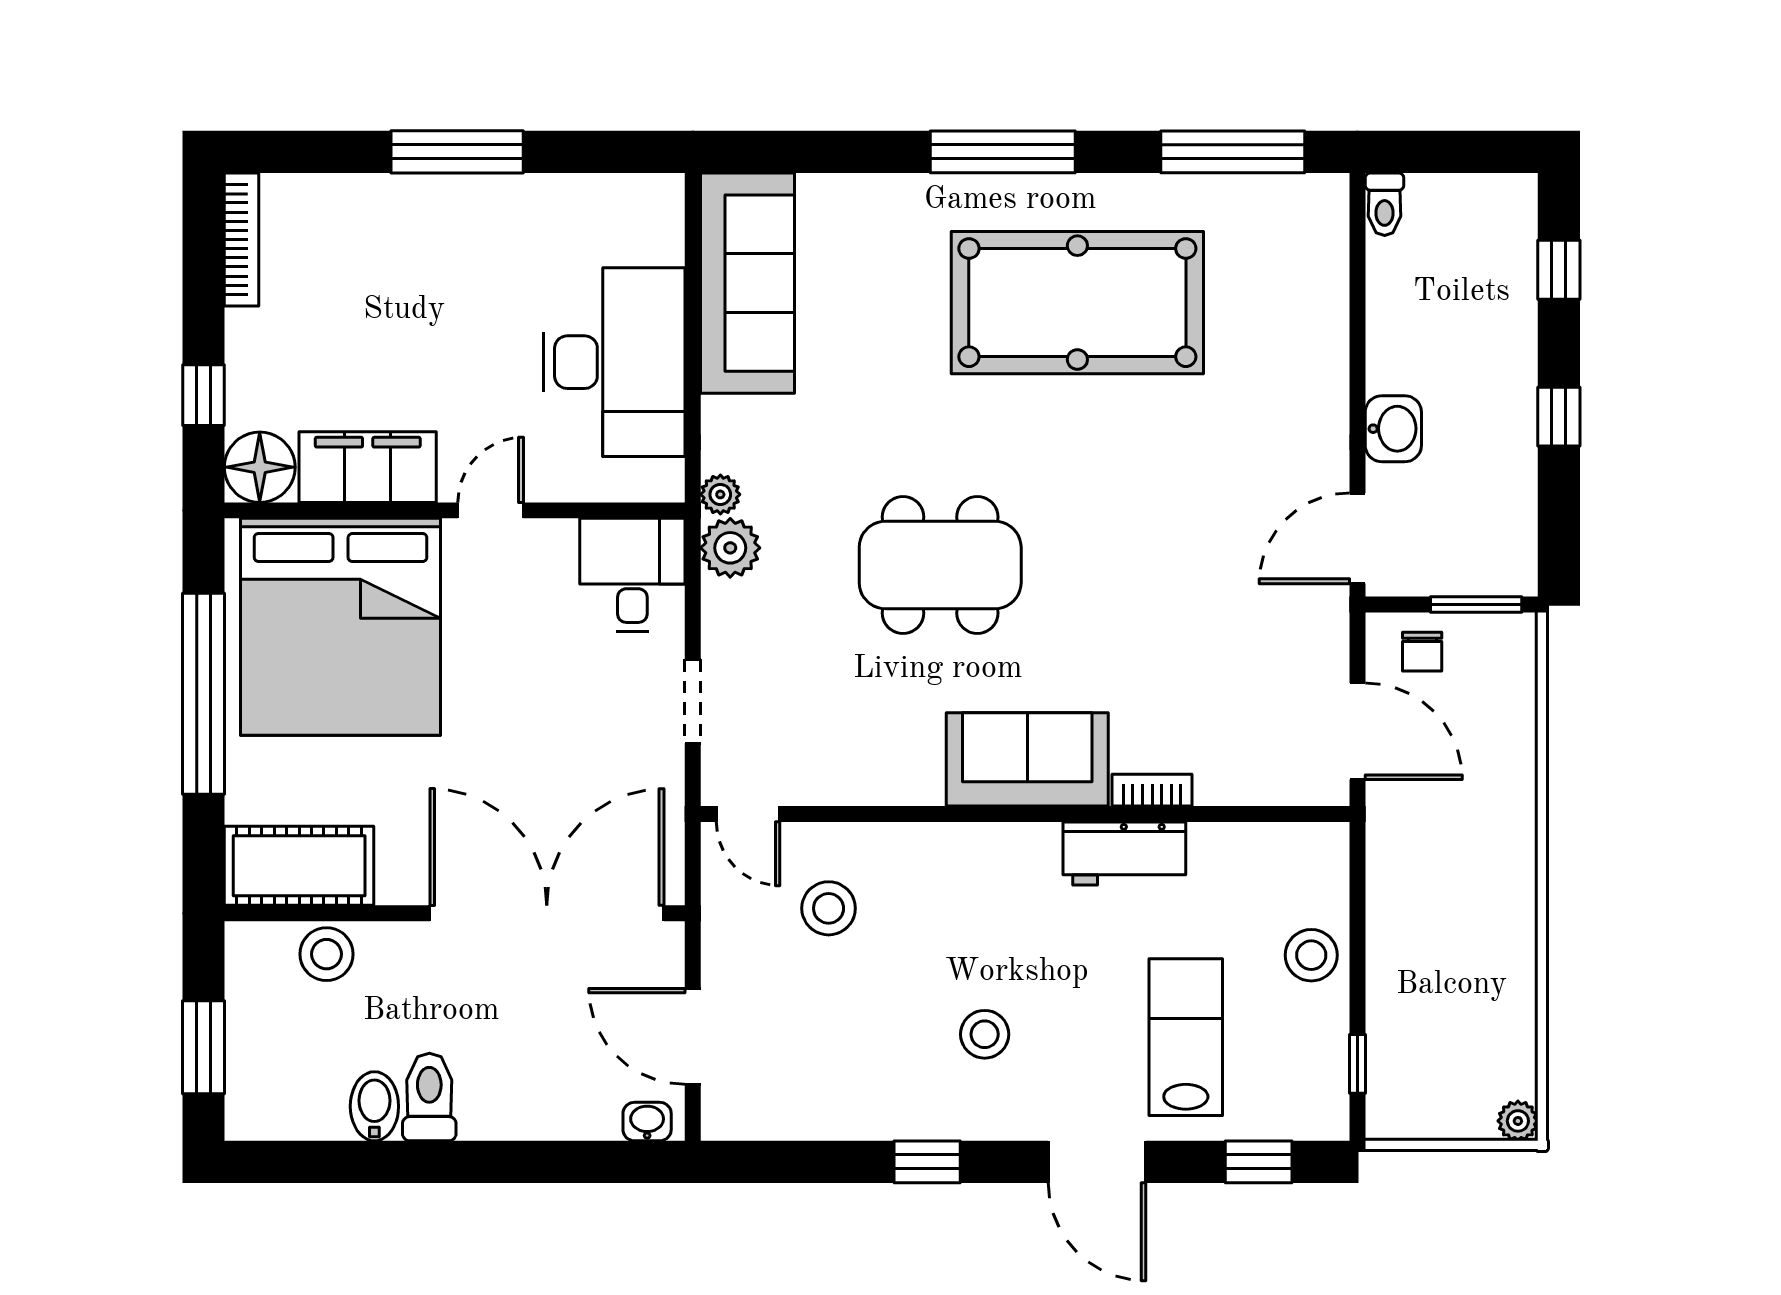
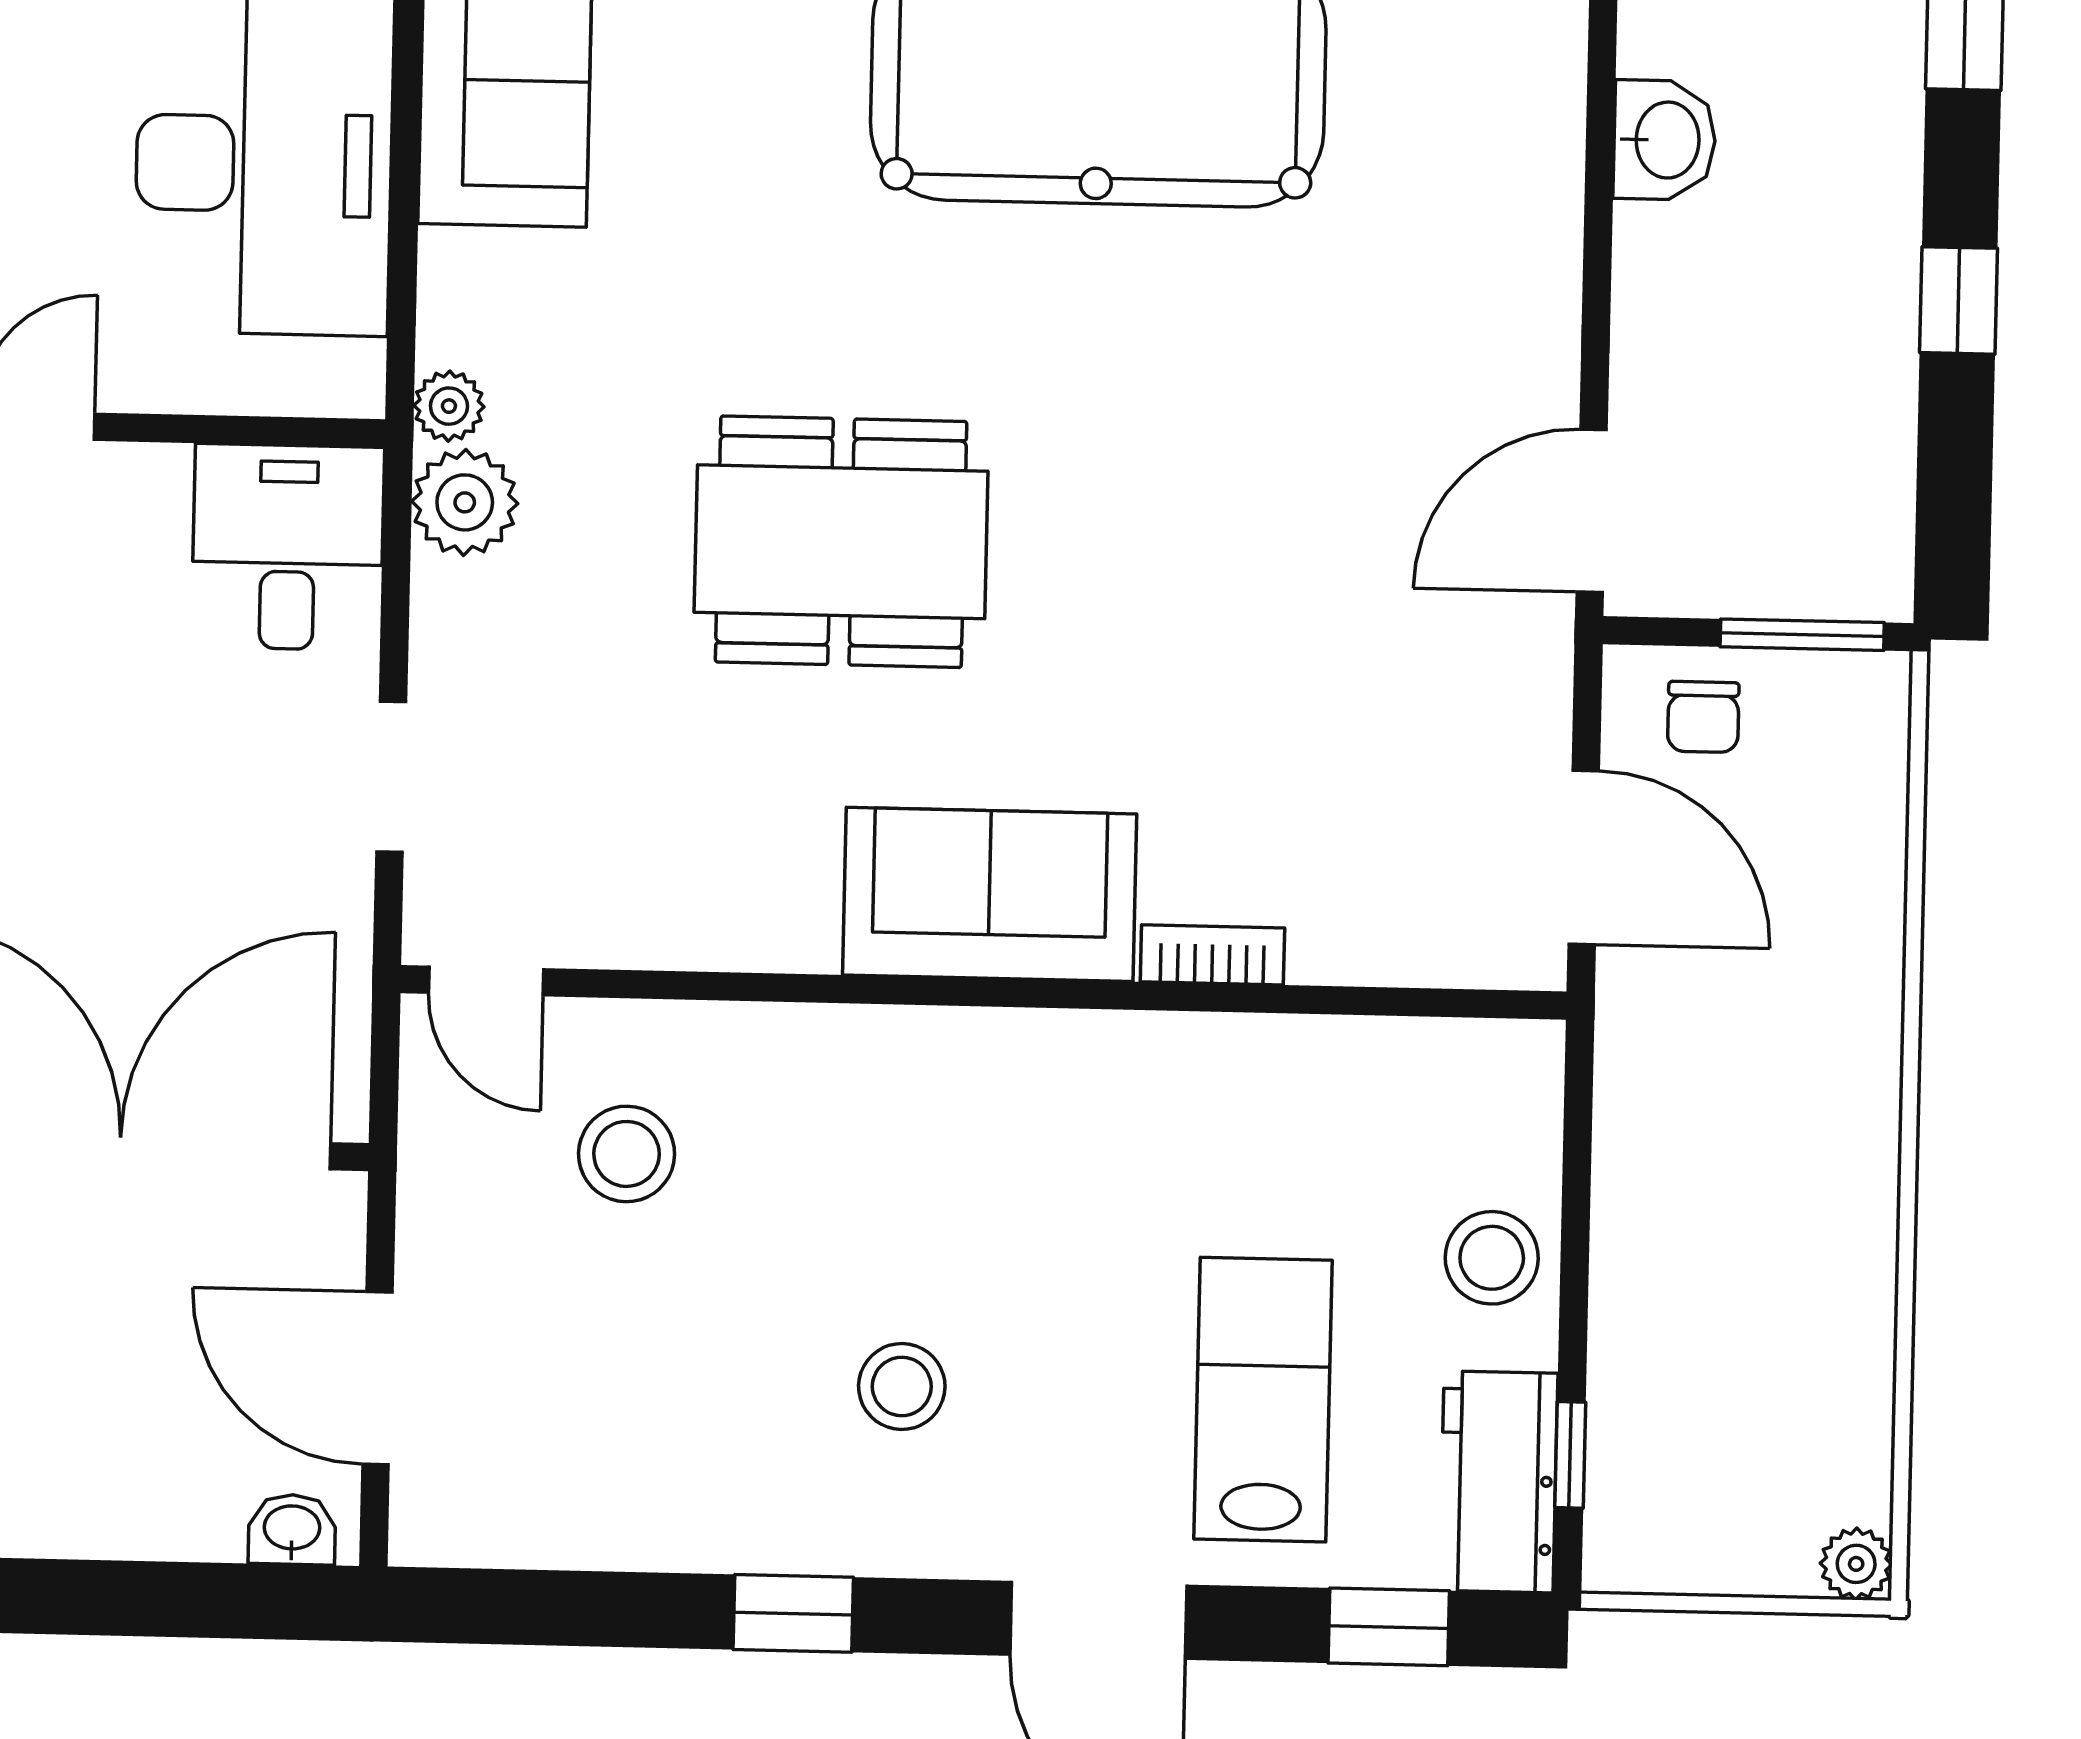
washbasin: (1393, 429) -> (1665, 140), moved
workbench: (1124, 853) -> (1499, 1482), moved, turned 90

